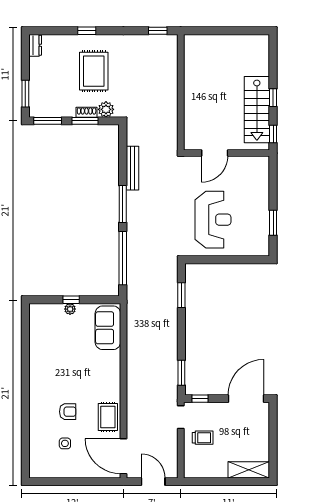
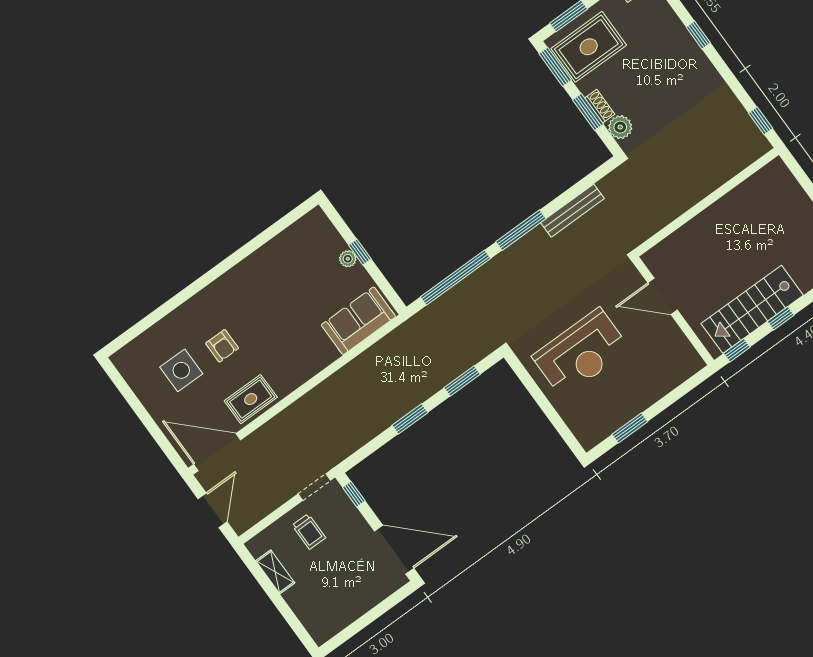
rug: (94, 71) -> (589, 47), moved
window: (181, 373) -> (410, 419), moved
side table: (65, 443) -> (181, 370), width x1.87, depth x1.87
door: (123, 456) -> (217, 452), hinge flipped
shelving: (249, 470) -> (275, 572), moved, width x0.67, depth x0.75

